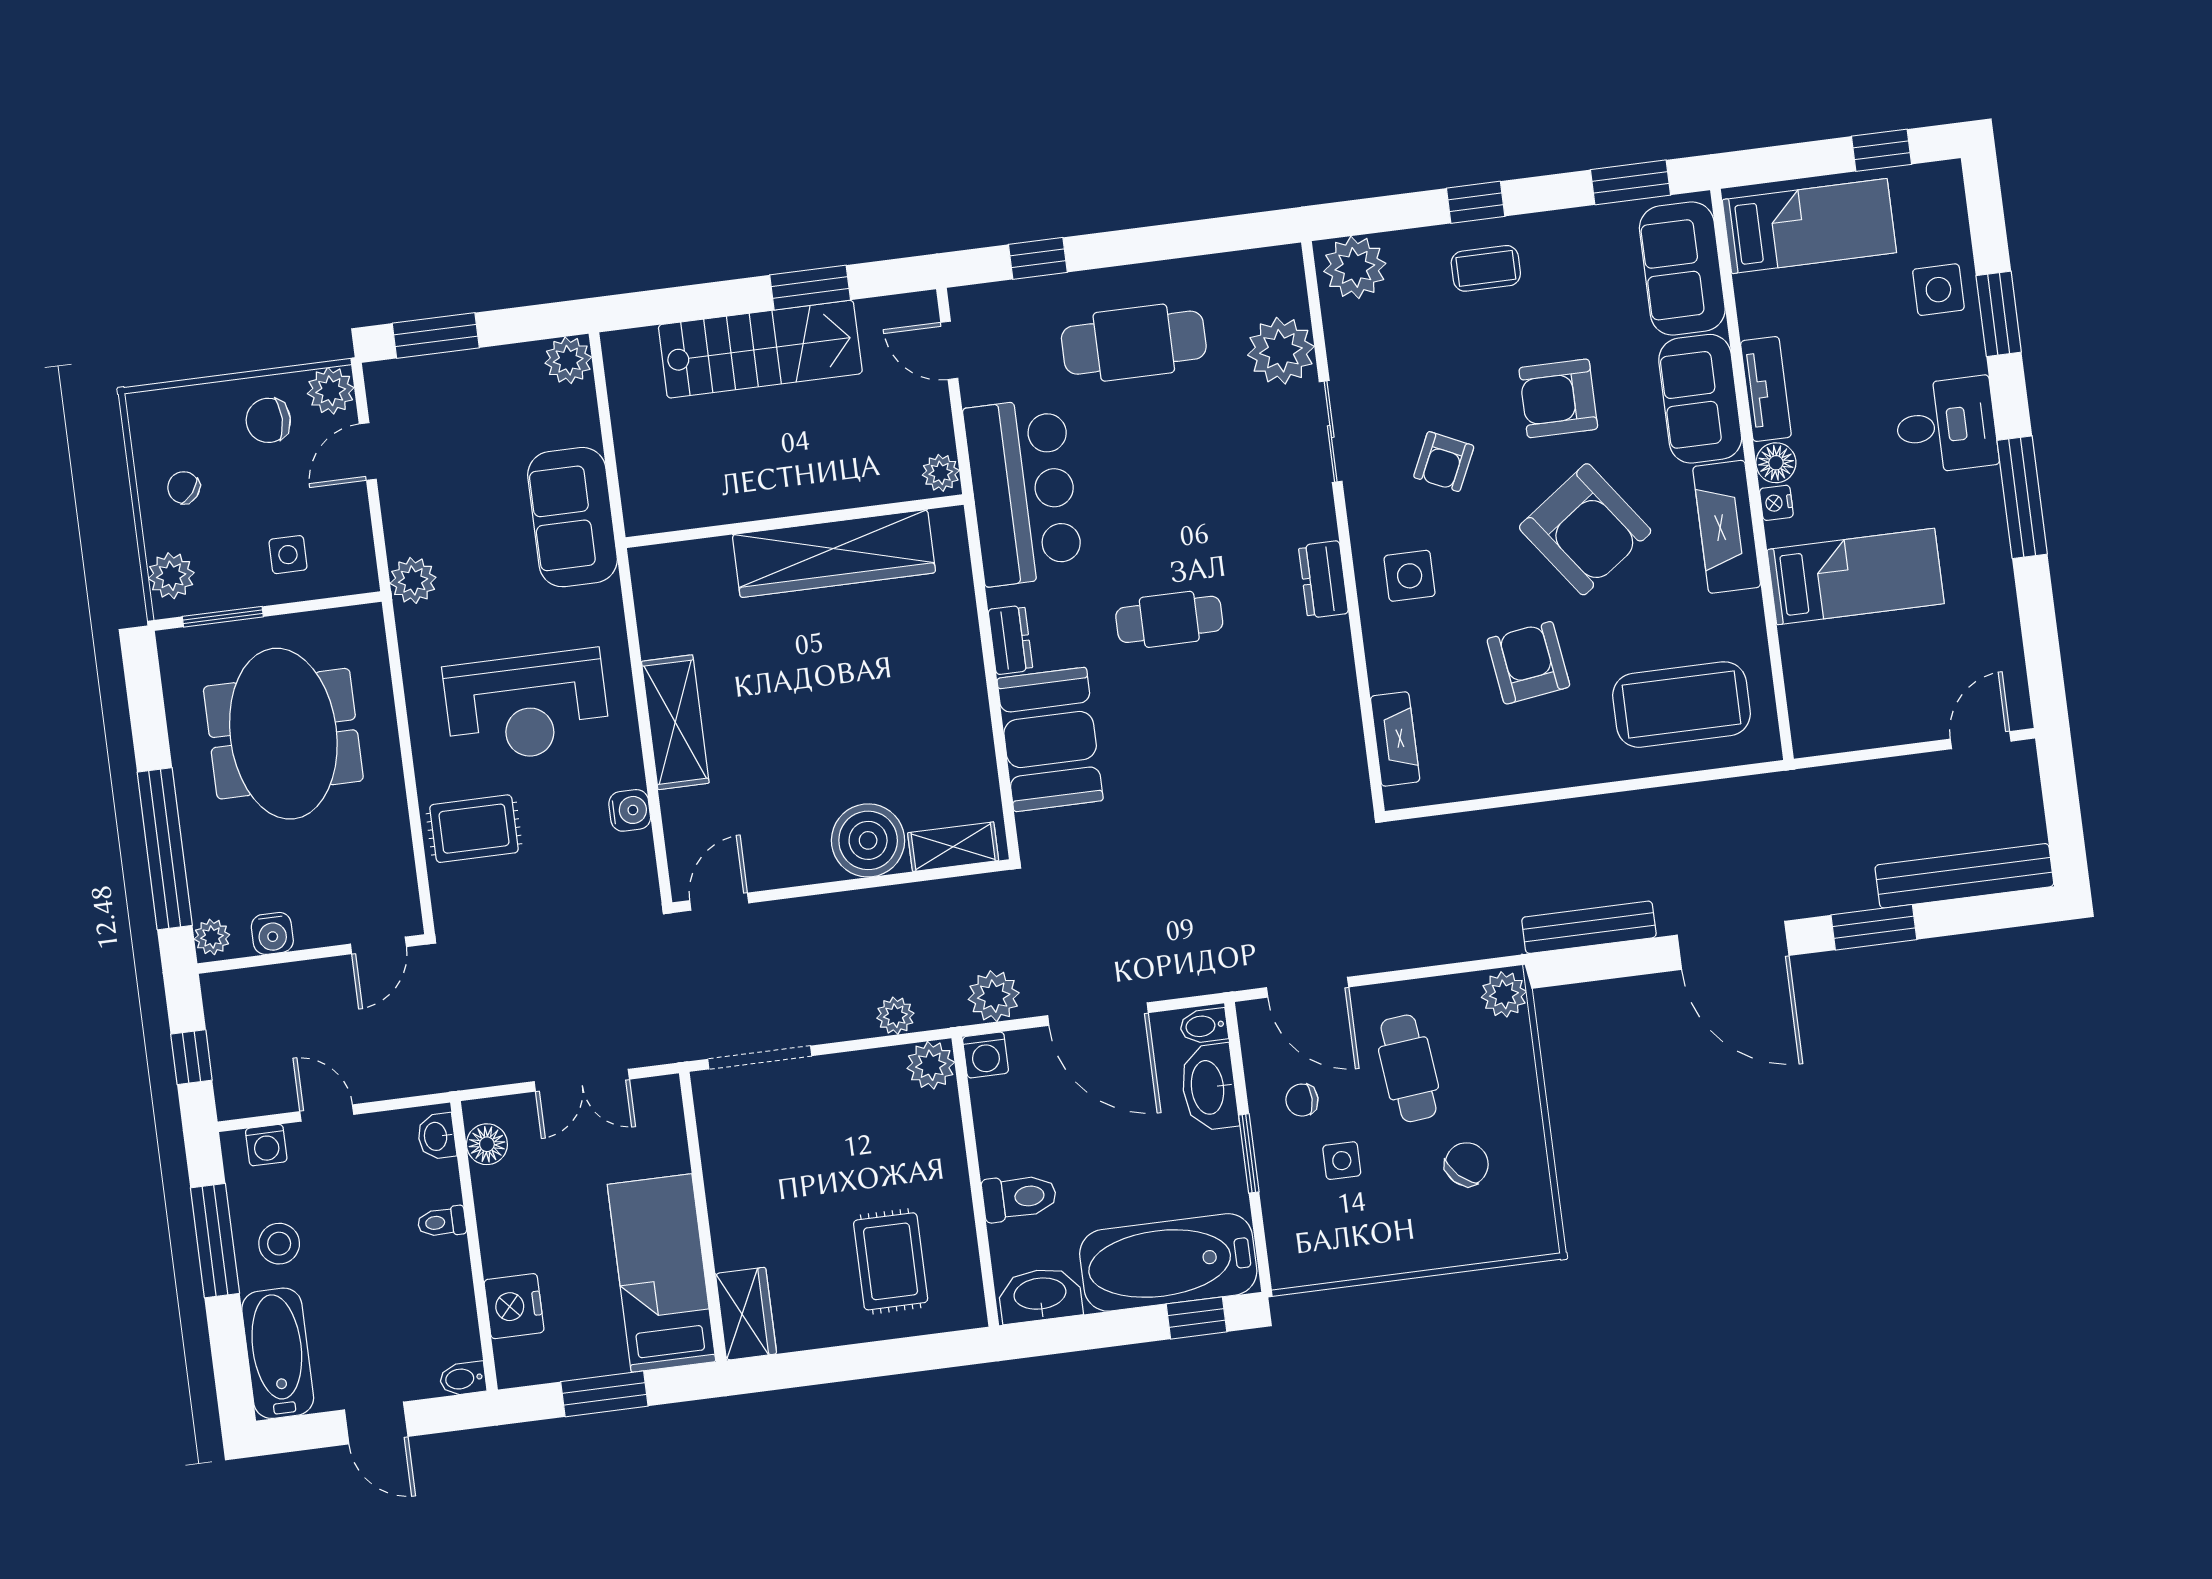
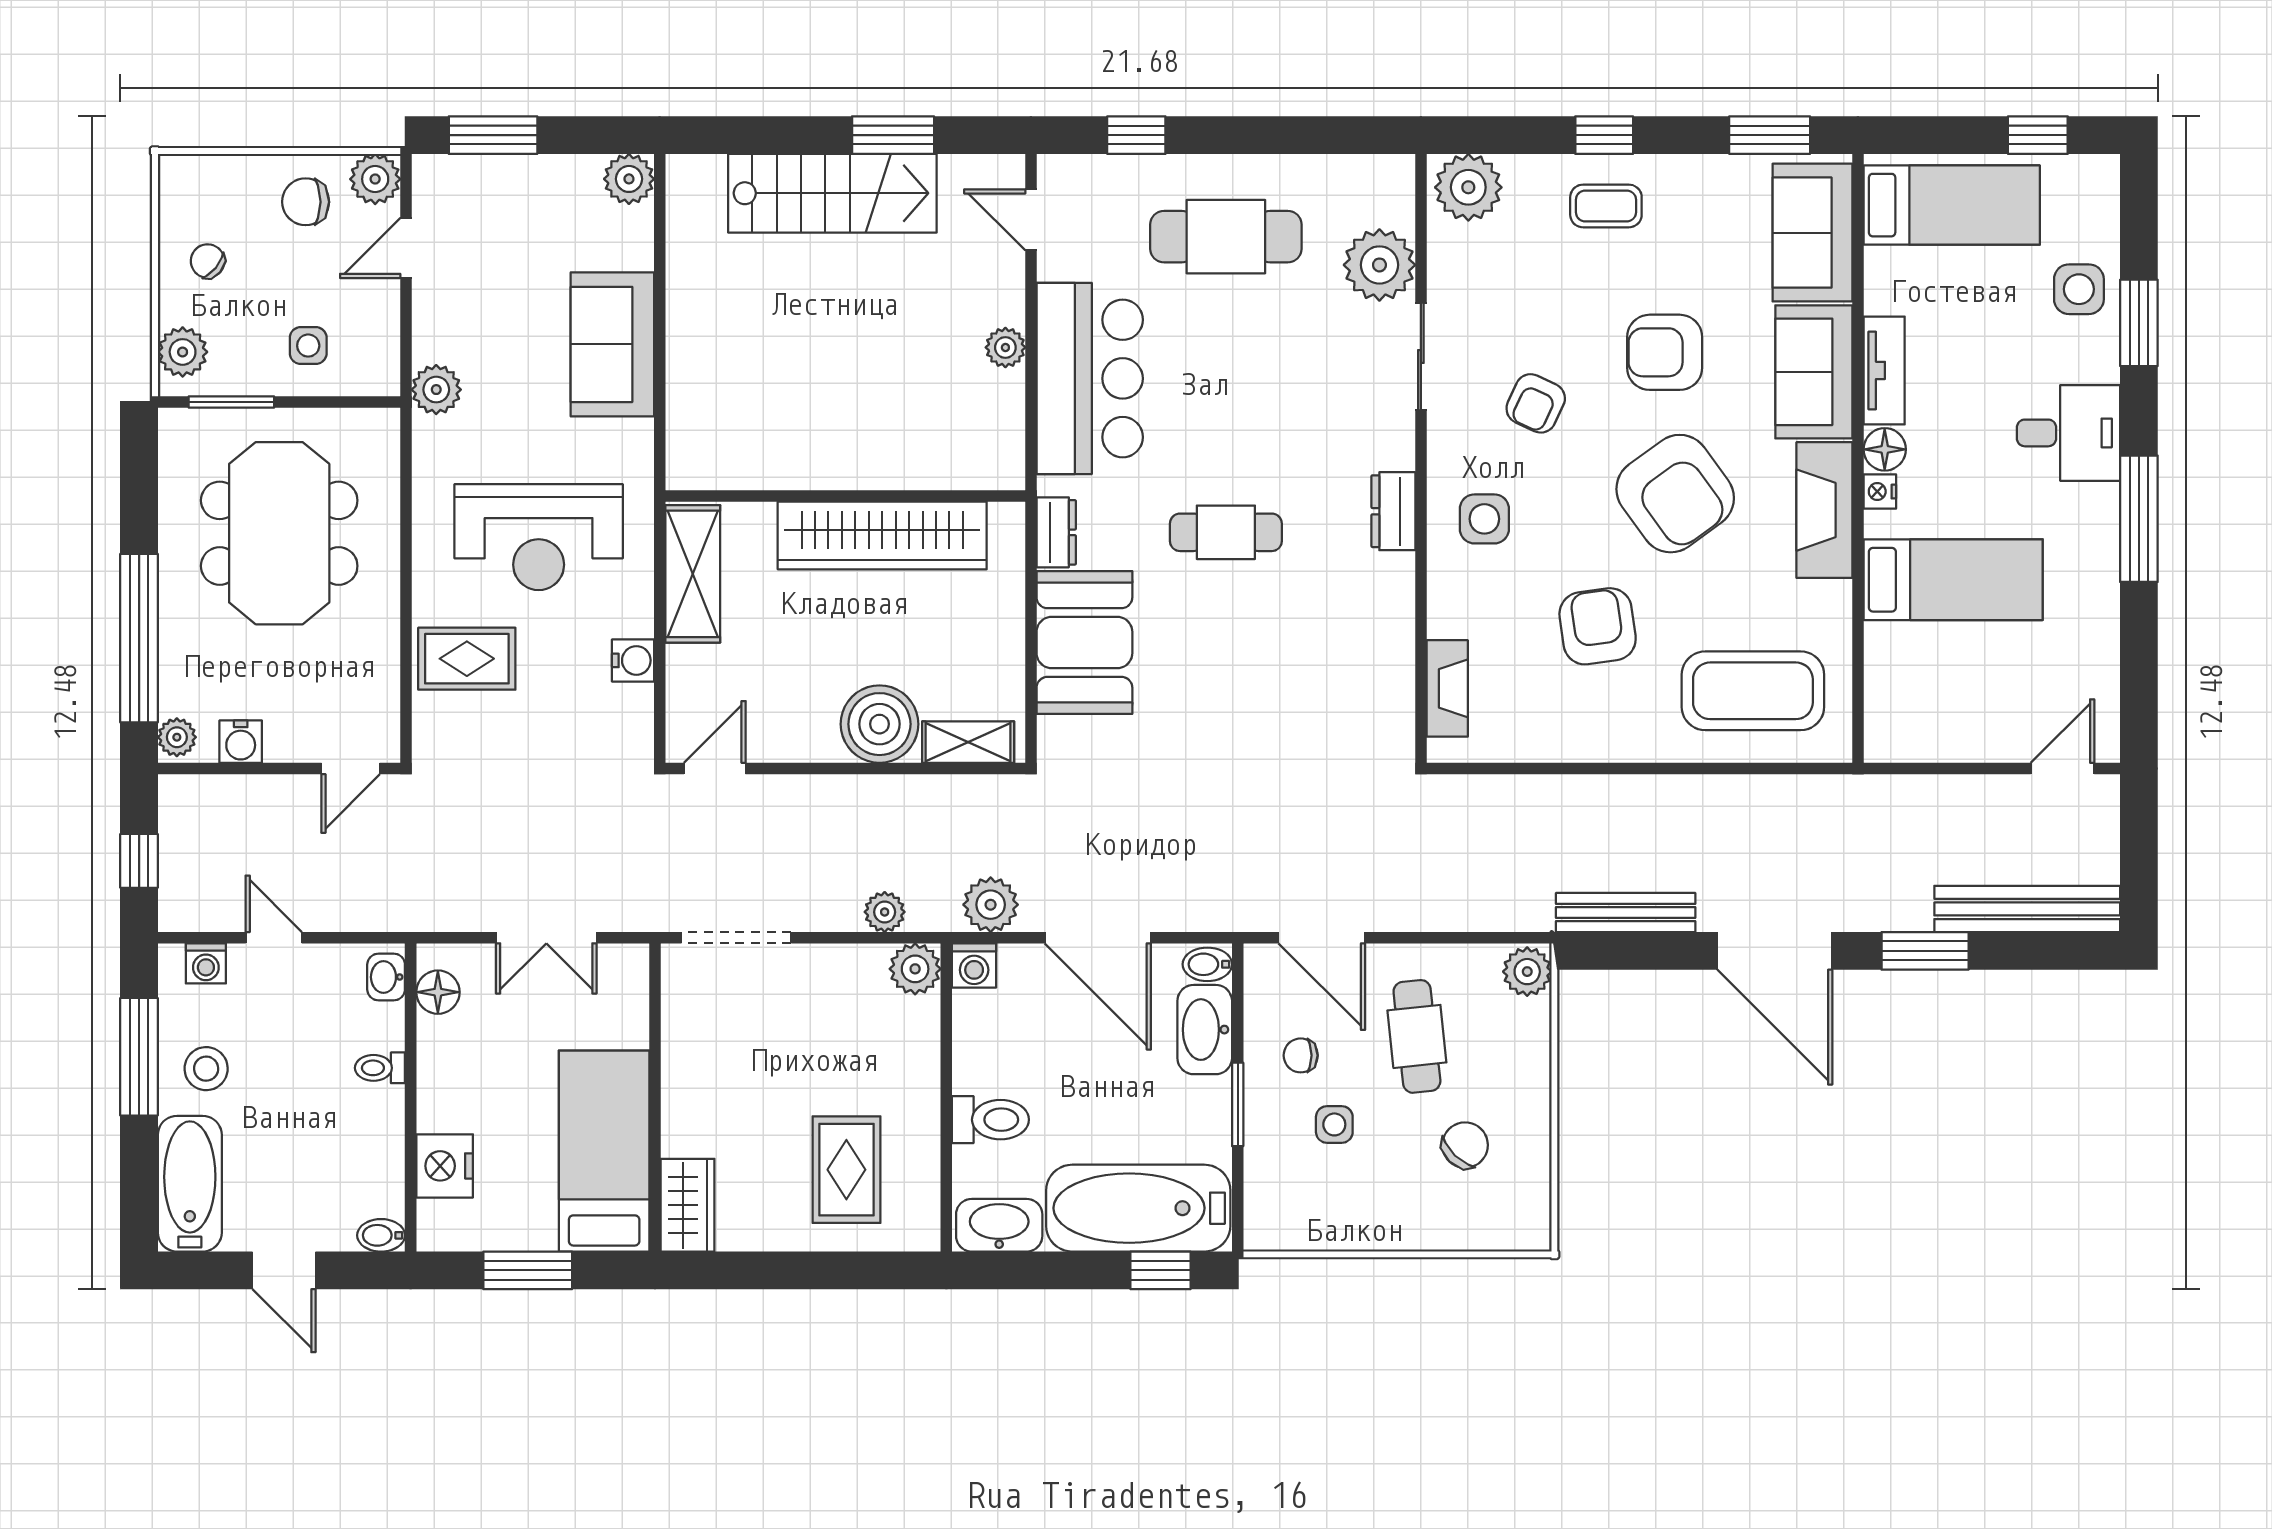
wall: (795, 521) -> (845, 496), moved
wardrobe: (834, 554) -> (882, 535), moved

